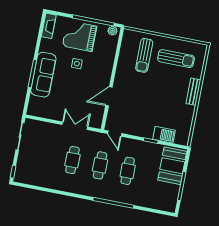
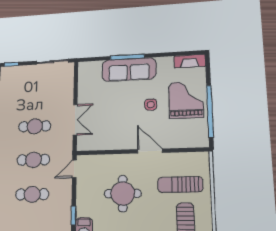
plant: (112, 31) -> (203, 138), removed
door: (109, 96) -> (150, 151), moved
round table: (142, 100) -> (123, 193), added

